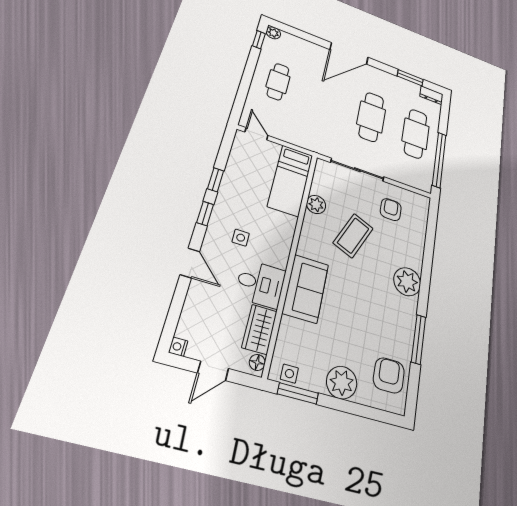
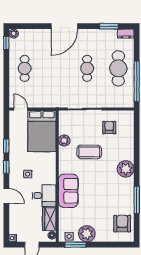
cafe table: (371, 117) -> (87, 68), width x0.73, depth x0.74
bed: (291, 180) -> (42, 131), width x1.50
coffee table: (353, 236) -> (89, 152), turned 67
plant: (342, 383) -> (87, 234), moved

